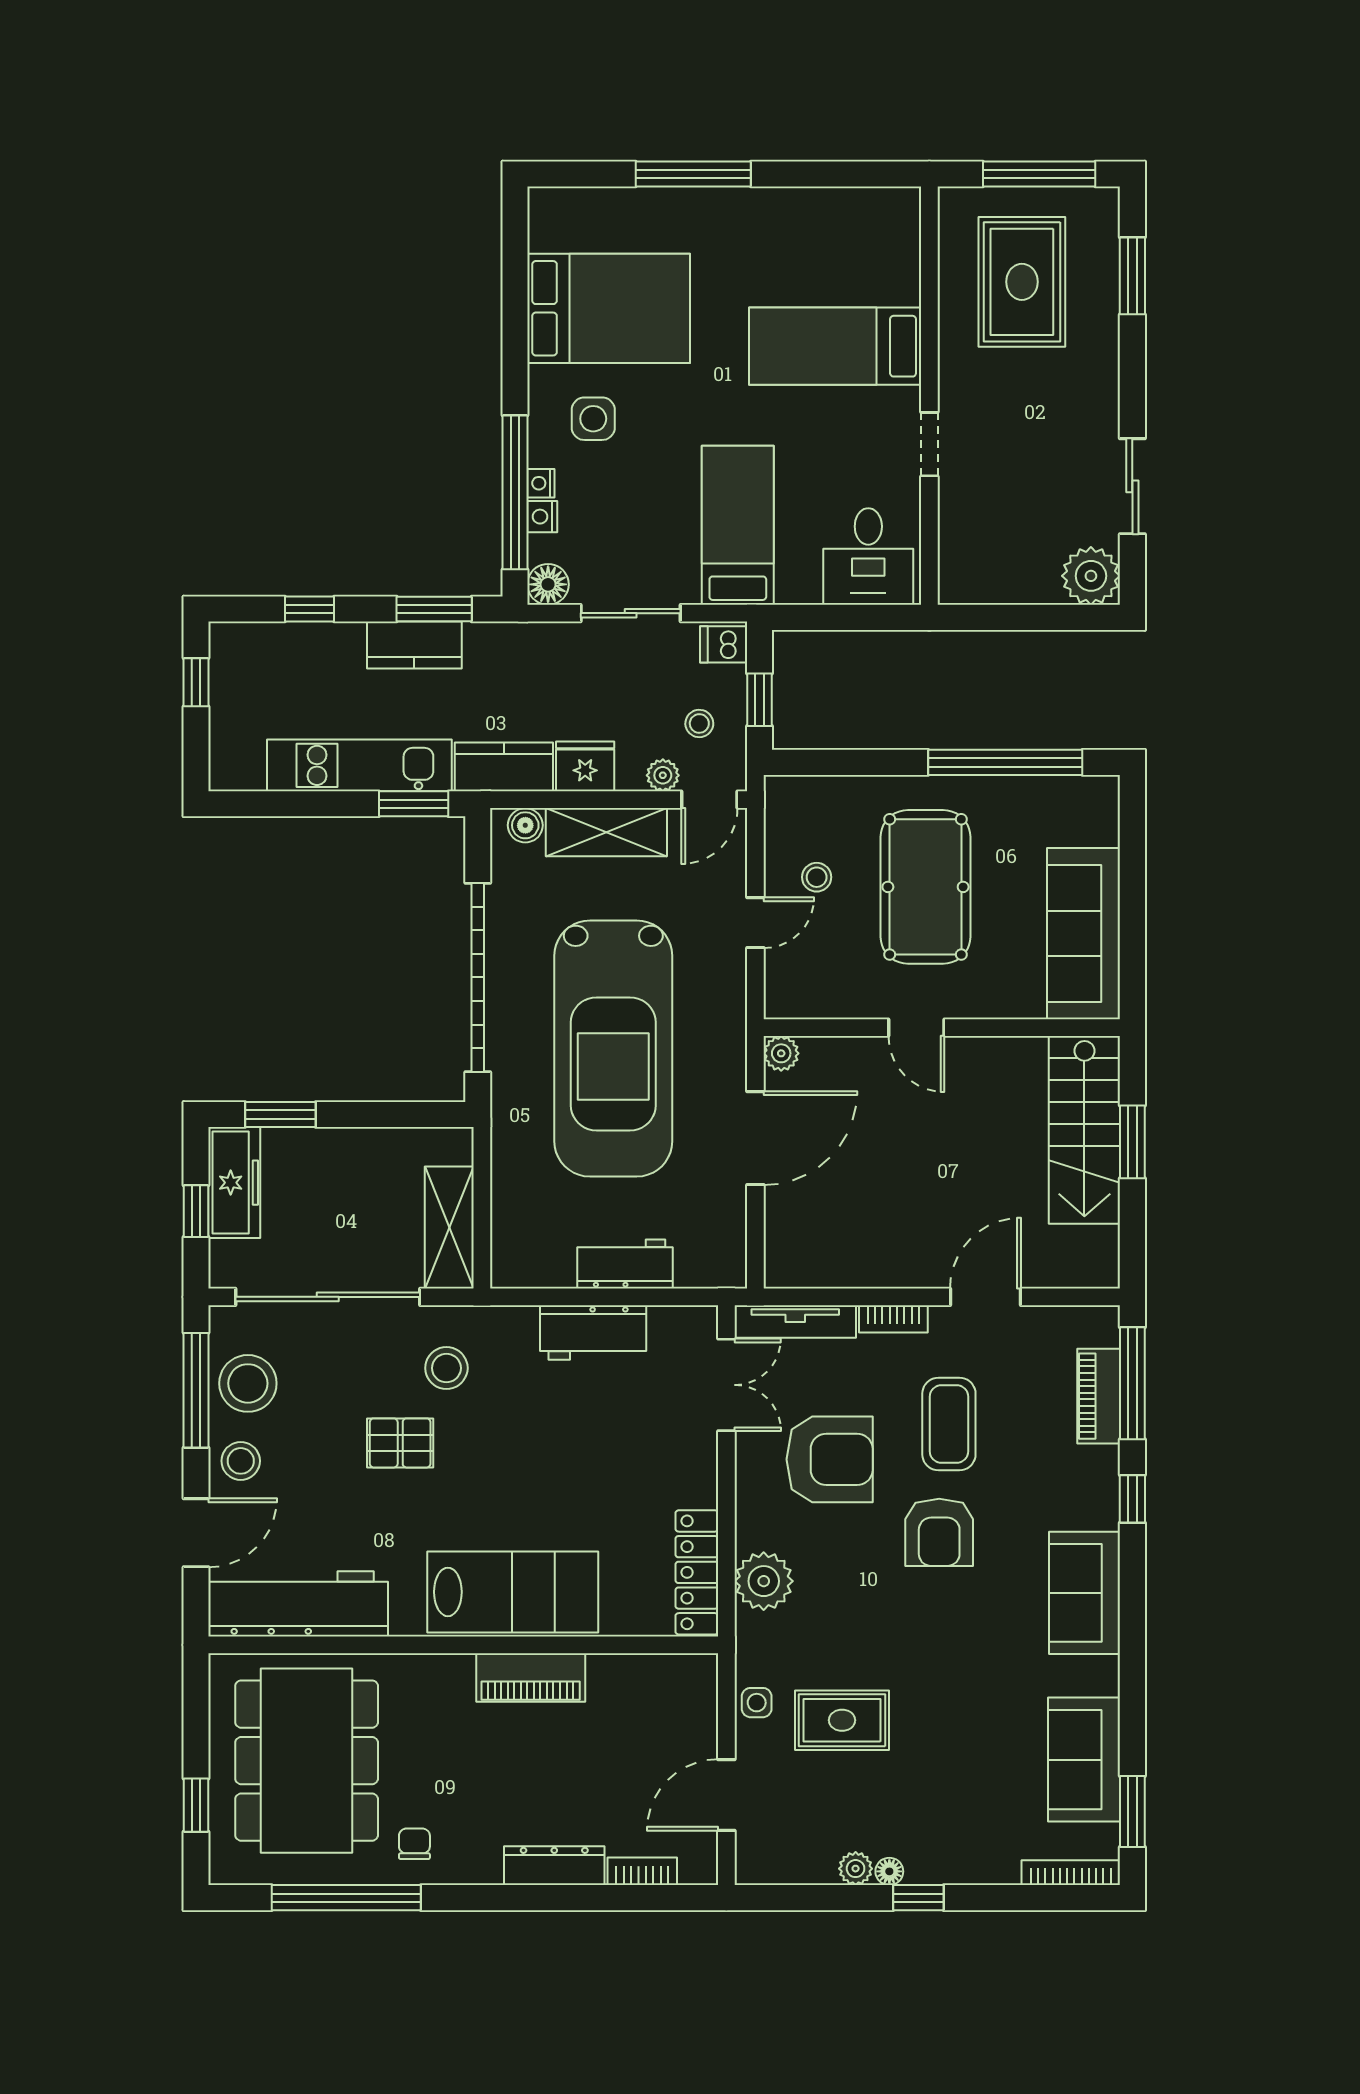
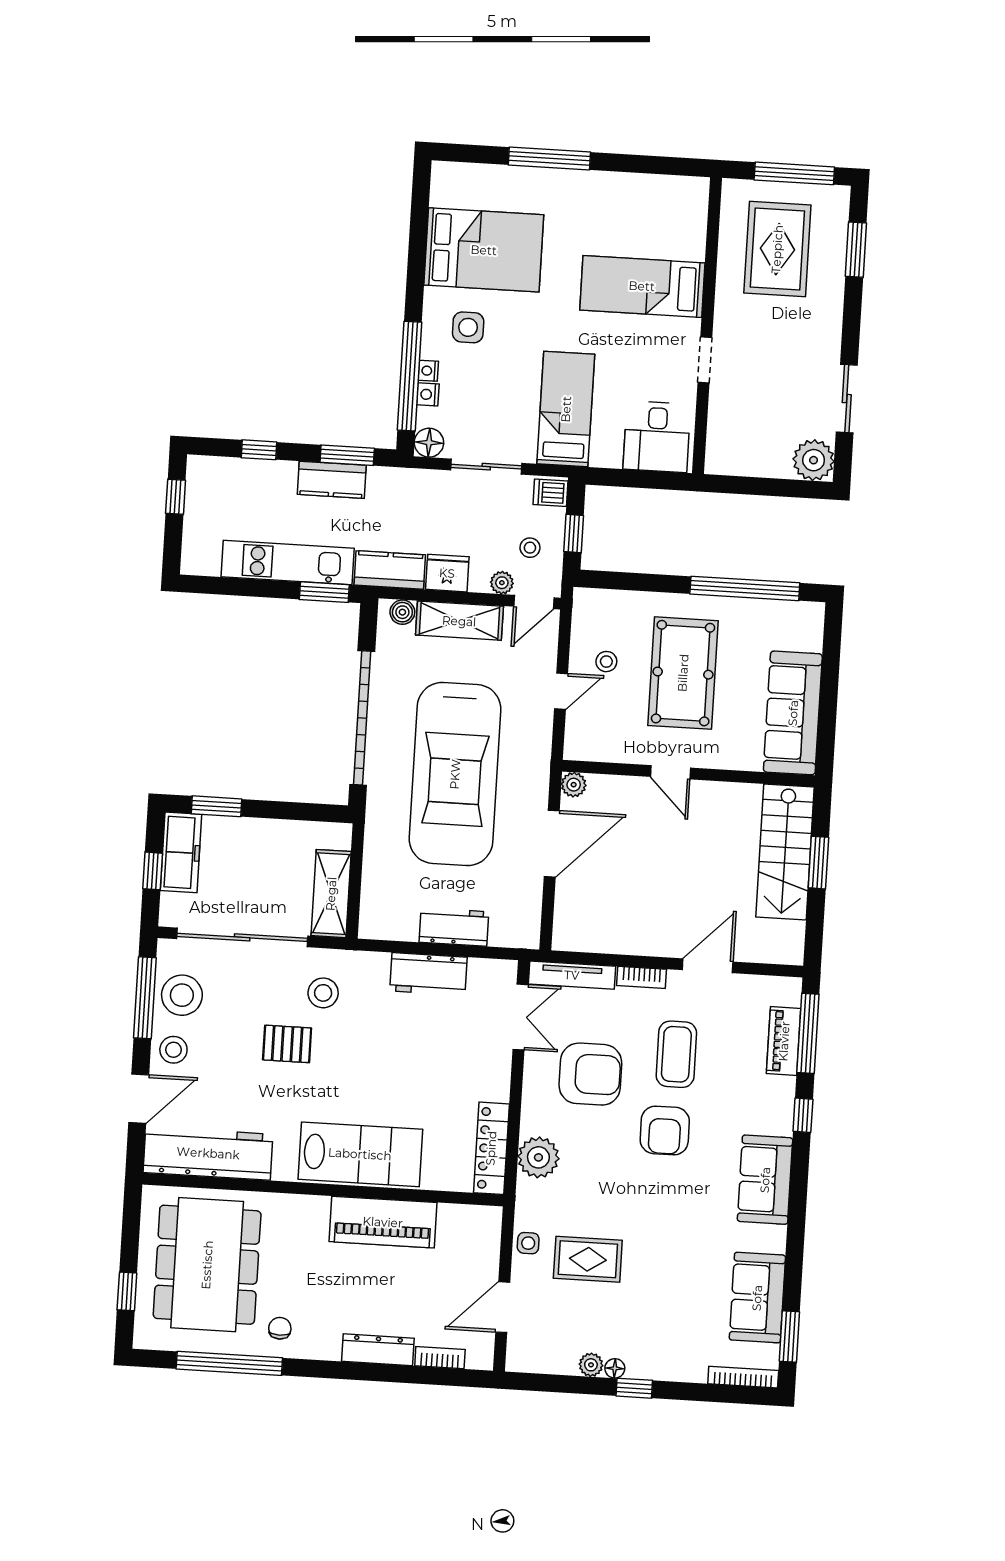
piano: (531, 1678) -> (383, 1222), width x1.37, depth x1.33

